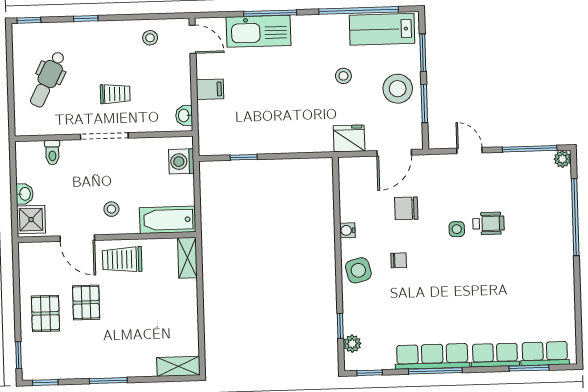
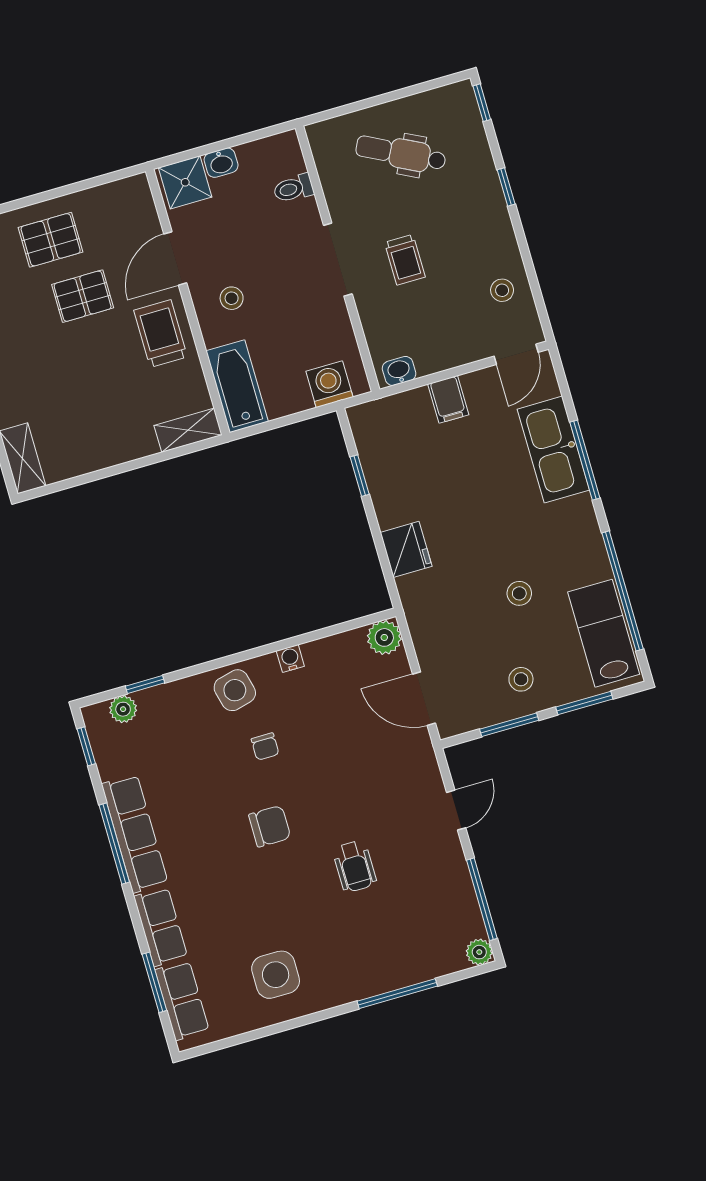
stool: (398, 89) -> (521, 679), width x0.53, depth x0.53
fridge: (349, 138) -> (406, 549), moved
plant: (349, 168) -> (384, 637), added
chair: (406, 208) -> (270, 826), moved, turned 90
window: (575, 217) -> (397, 994), width x0.68
side table: (457, 229) -> (276, 975), moved, width x1.87, depth x1.87

